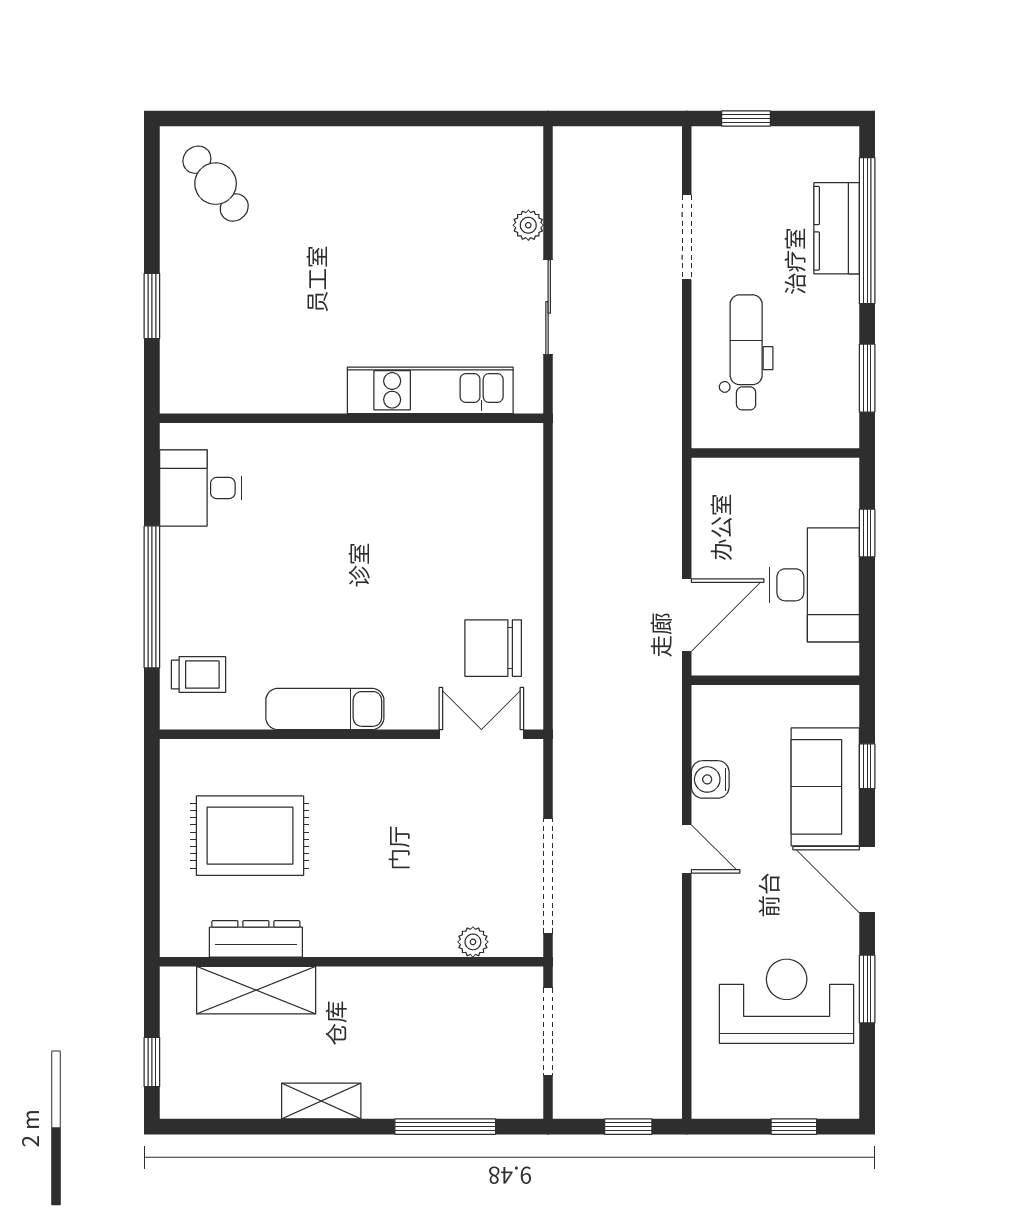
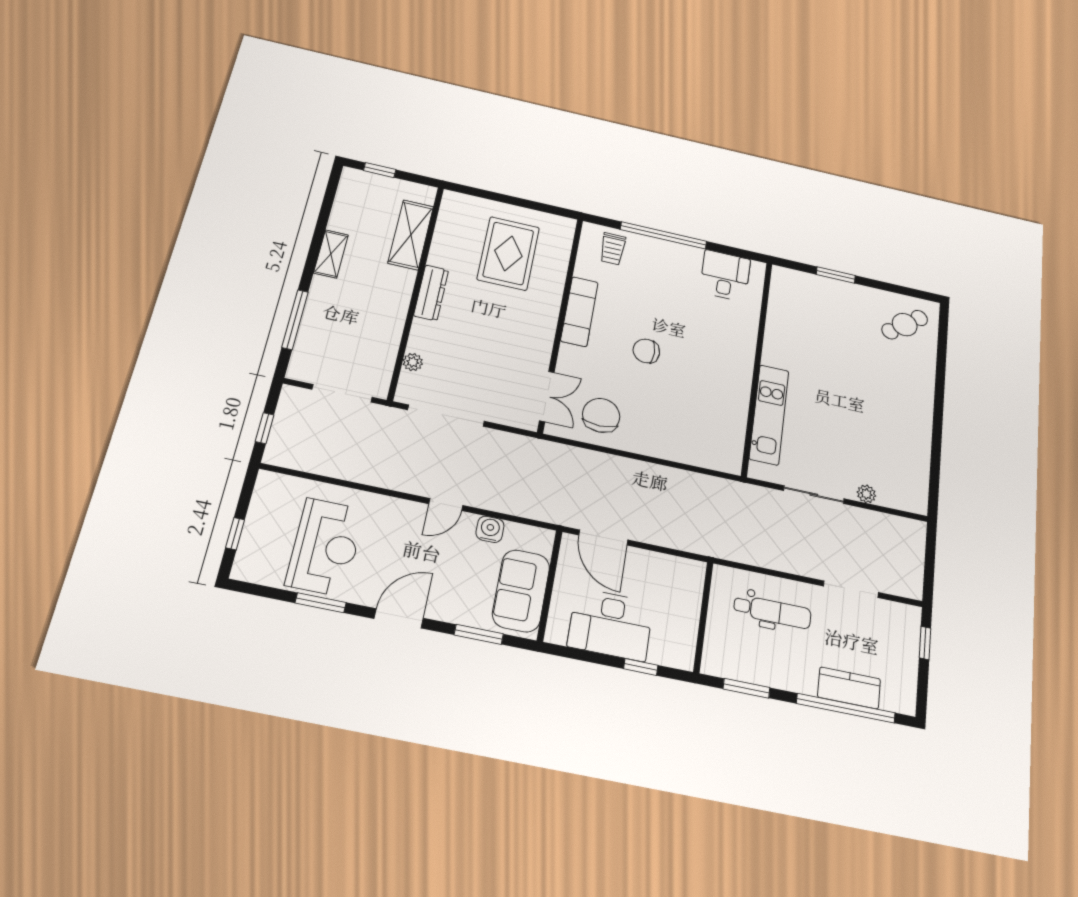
chair: (368, 595) -> (646, 351), added
window: (867, 766) -> (479, 634), width x1.50
sofa: (825, 787) -> (521, 591), moved, turned -90
dresser: (256, 939) -> (431, 293), moved

